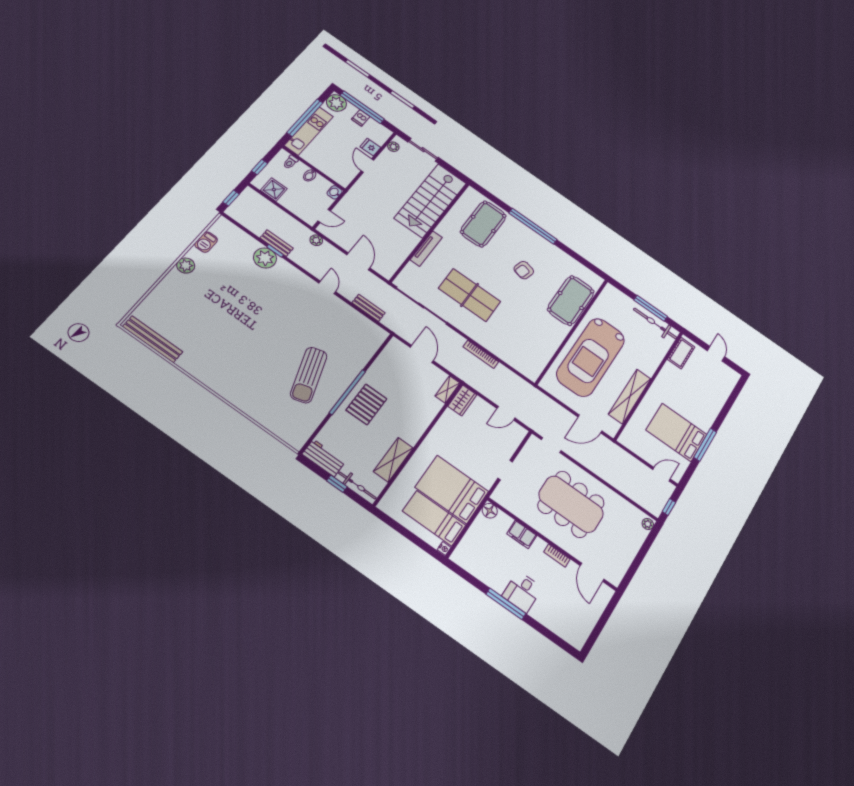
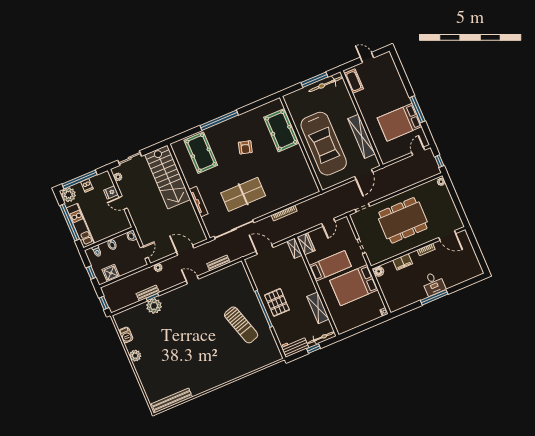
bed: (434, 518) -> (330, 266), moved, turned 180

